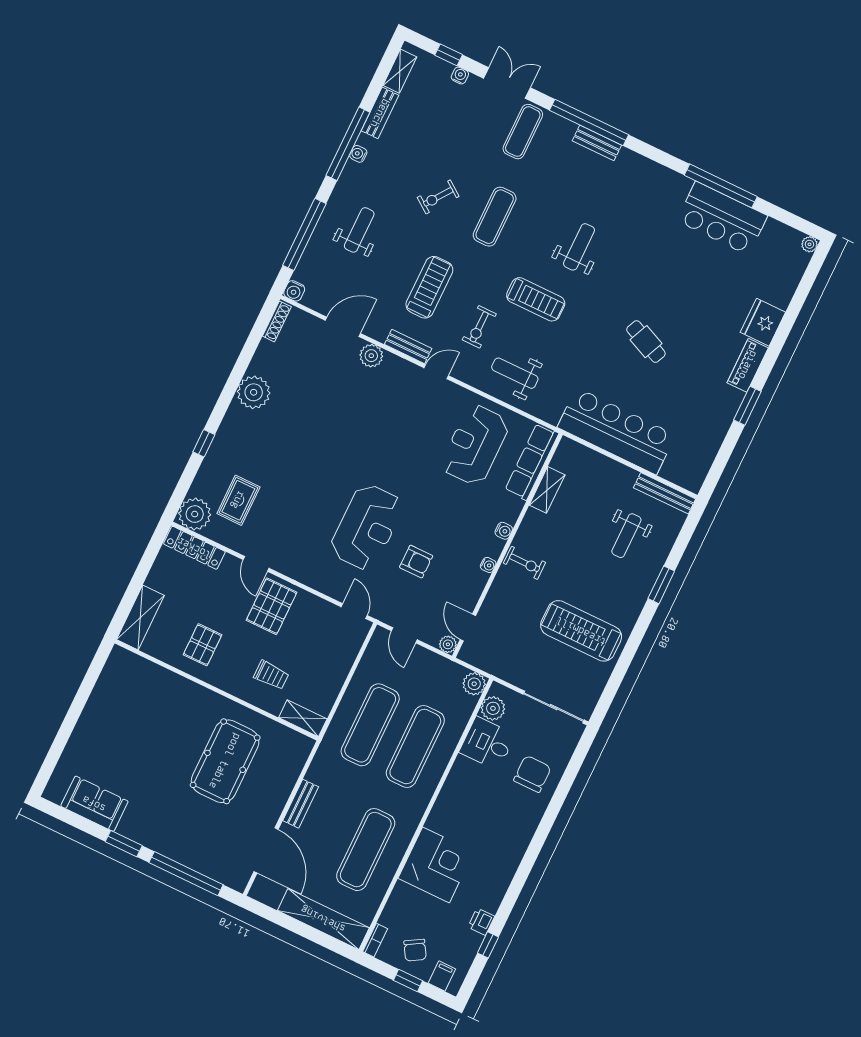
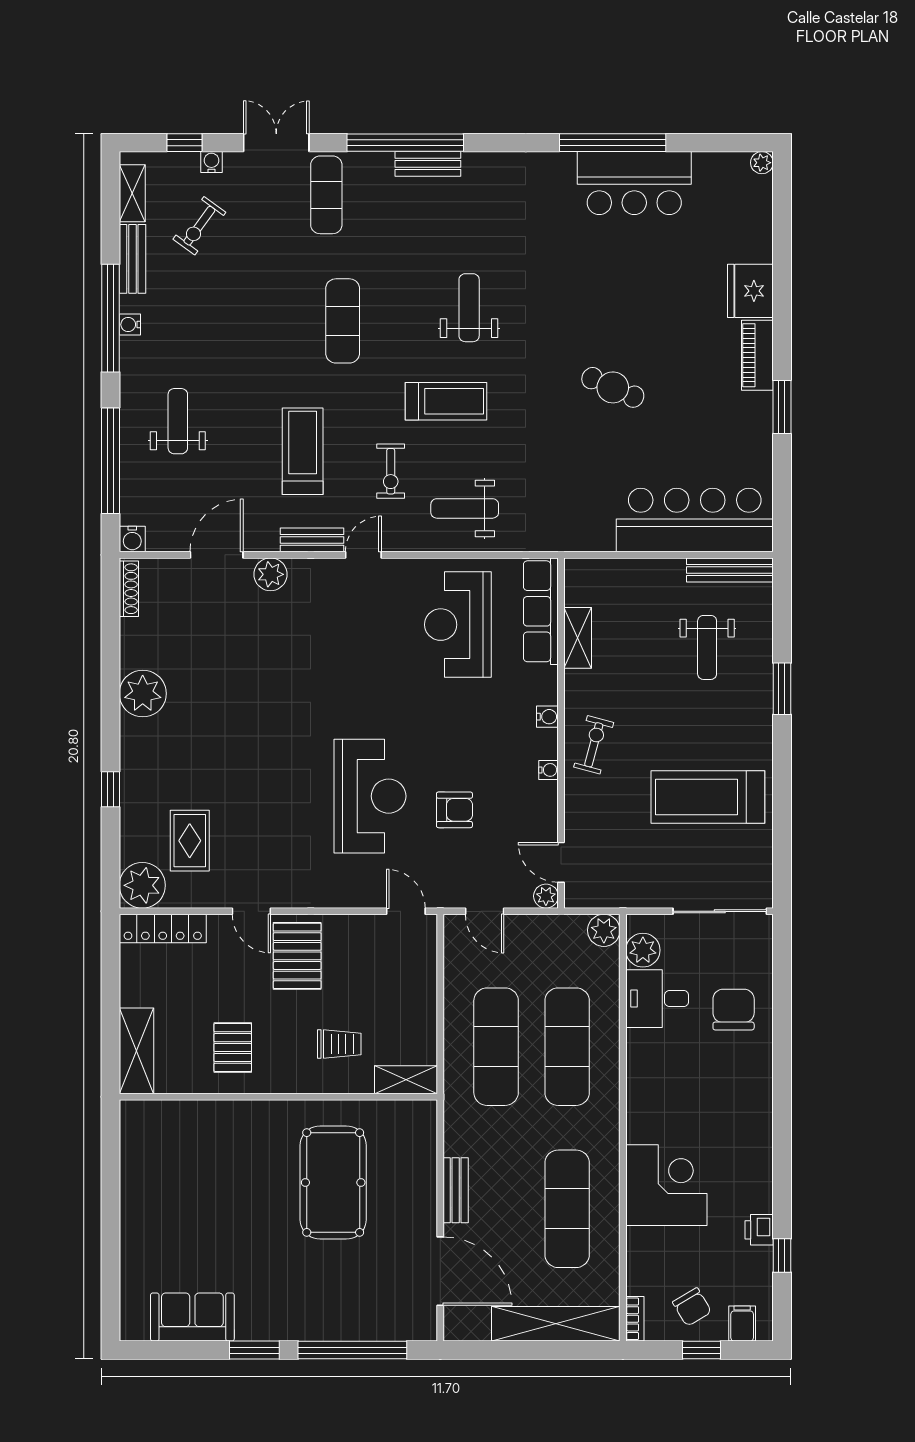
exercise bike: (438, 197) -> (199, 226), moved
bar counter: (616, 431) -> (695, 520), moved
exercise bike: (525, 563) -> (594, 745), turned -75

